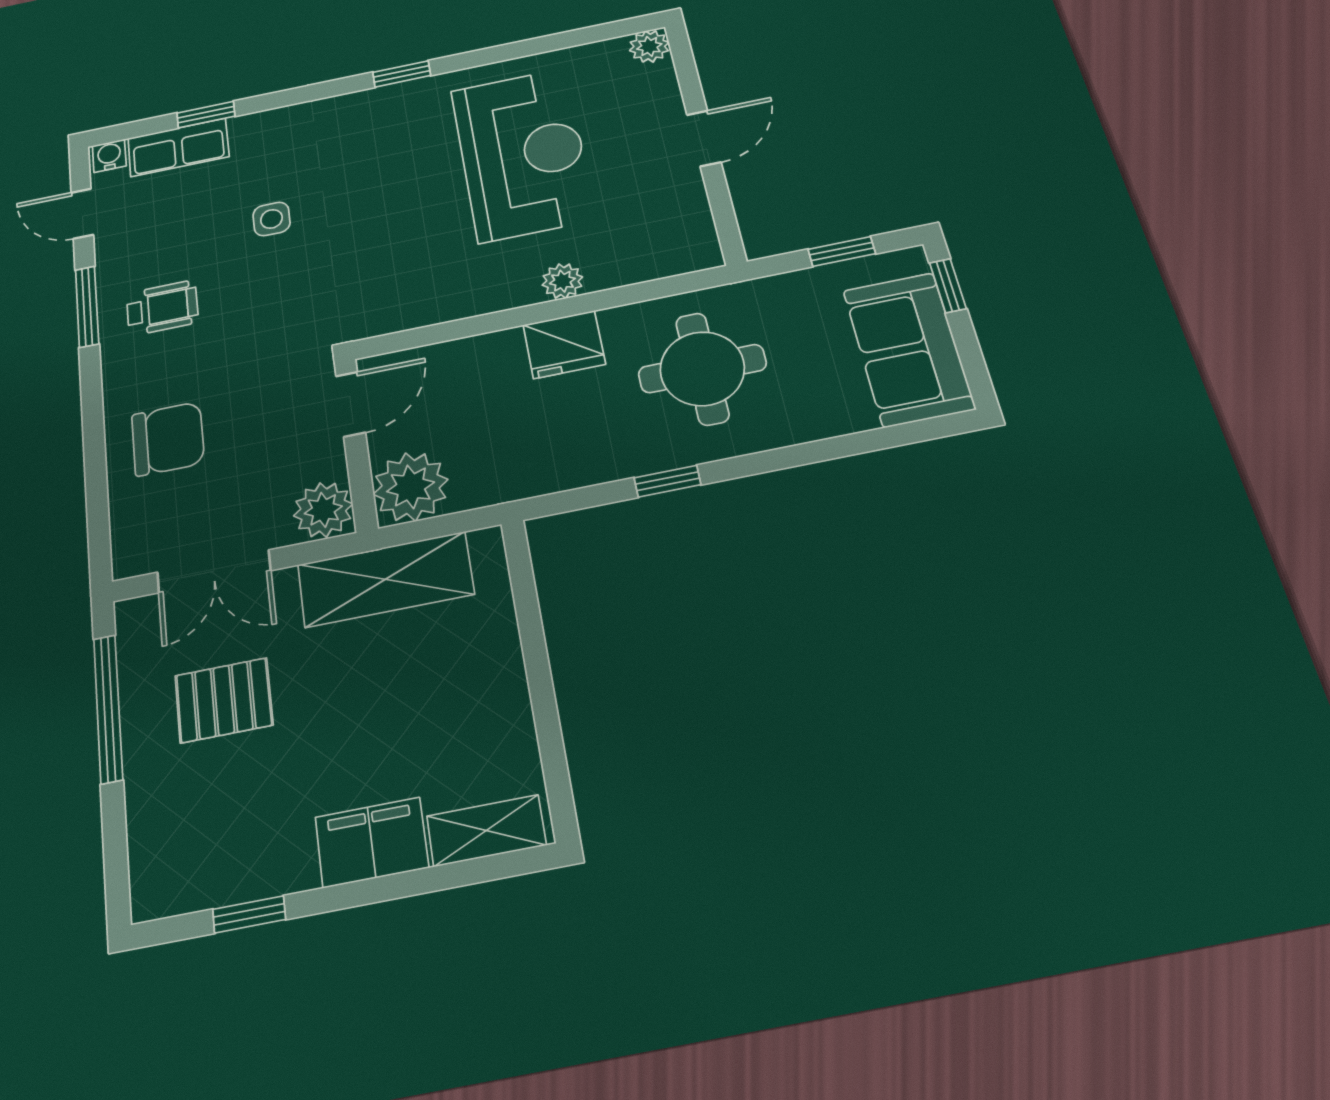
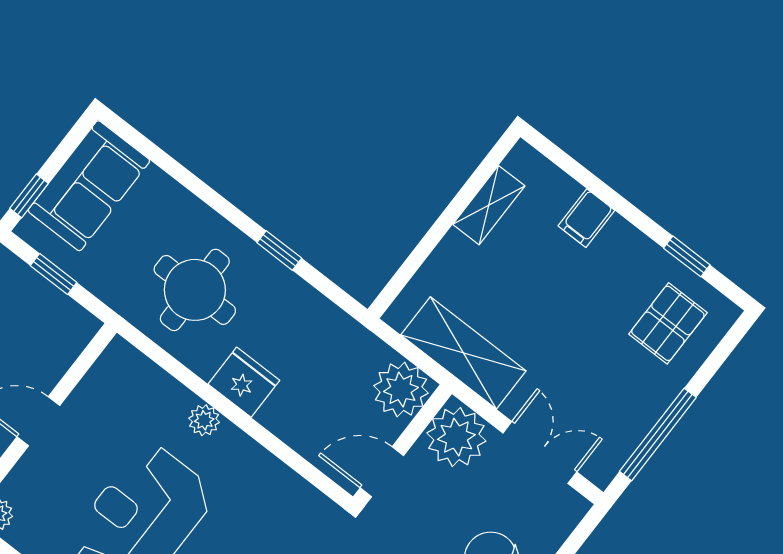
plant: (323, 510) -> (456, 437), width x1.36, depth x1.36
pallet: (224, 700) -> (668, 323), moved, turned 90
shelving: (486, 831) -> (489, 205), moved, turned 90
filing cabinet: (372, 842) -> (586, 218), width x0.50

